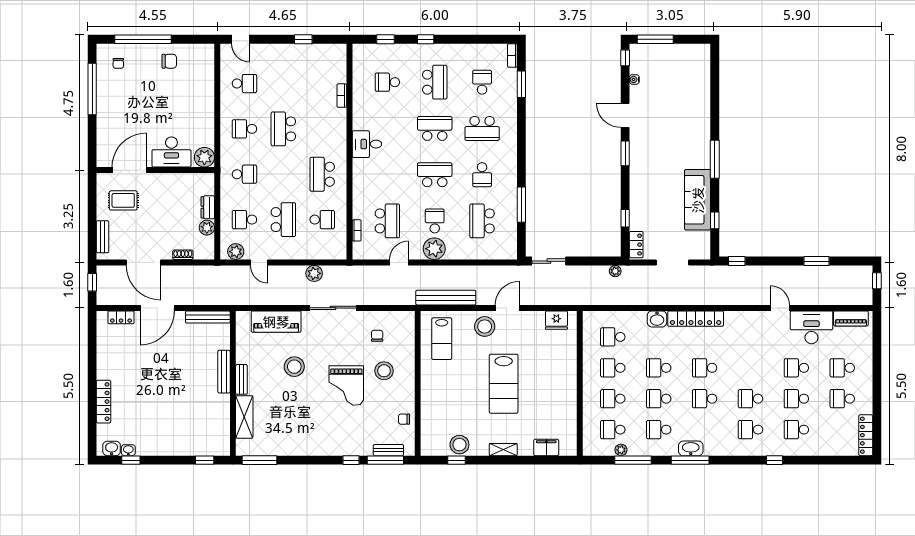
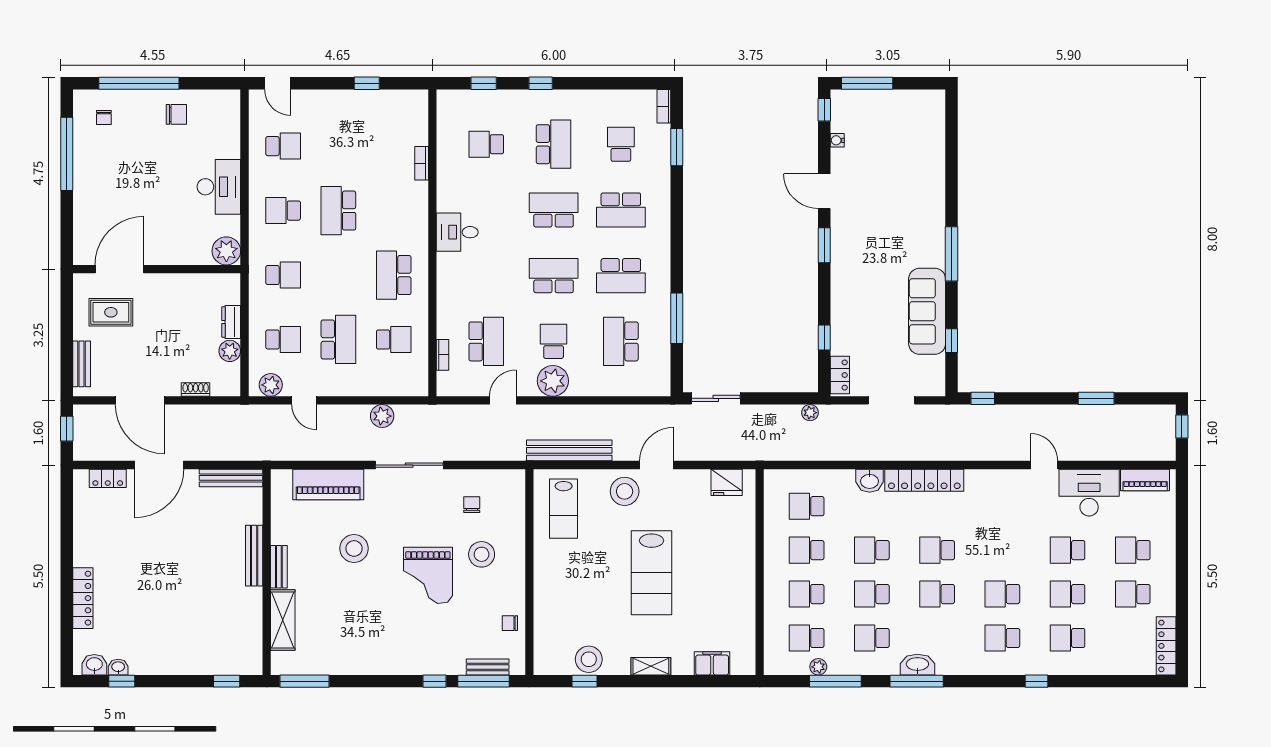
desk: (171, 152) -> (219, 187), moved, turned -90
school desk: (482, 175) -> (621, 276), width x1.85
school desk: (244, 220) -> (283, 339), turned 180

